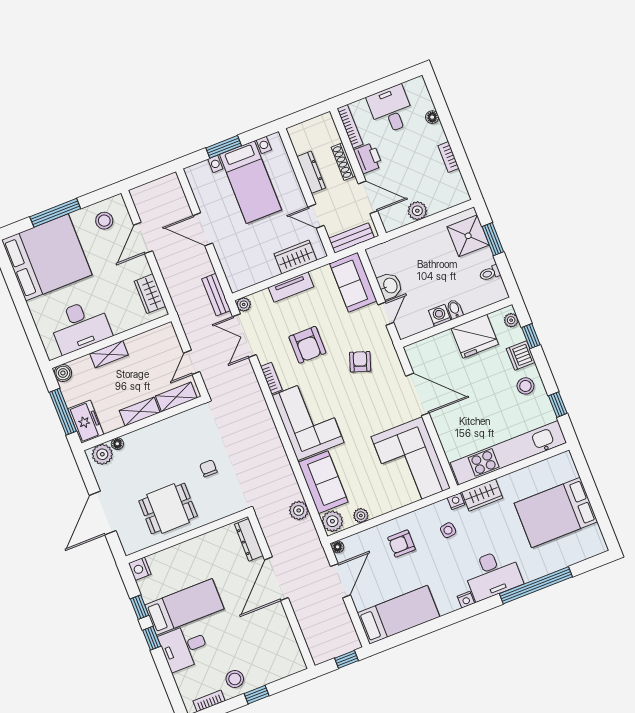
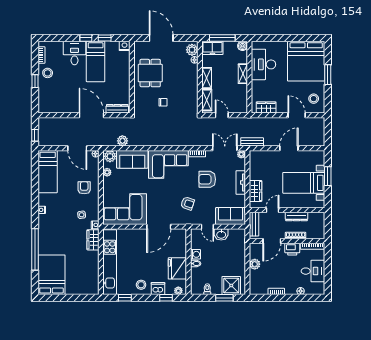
window: (55, 213) -> (328, 75), width x0.69
bed: (556, 512) -> (51, 275), moved
desk: (493, 574) -> (49, 229), removed

